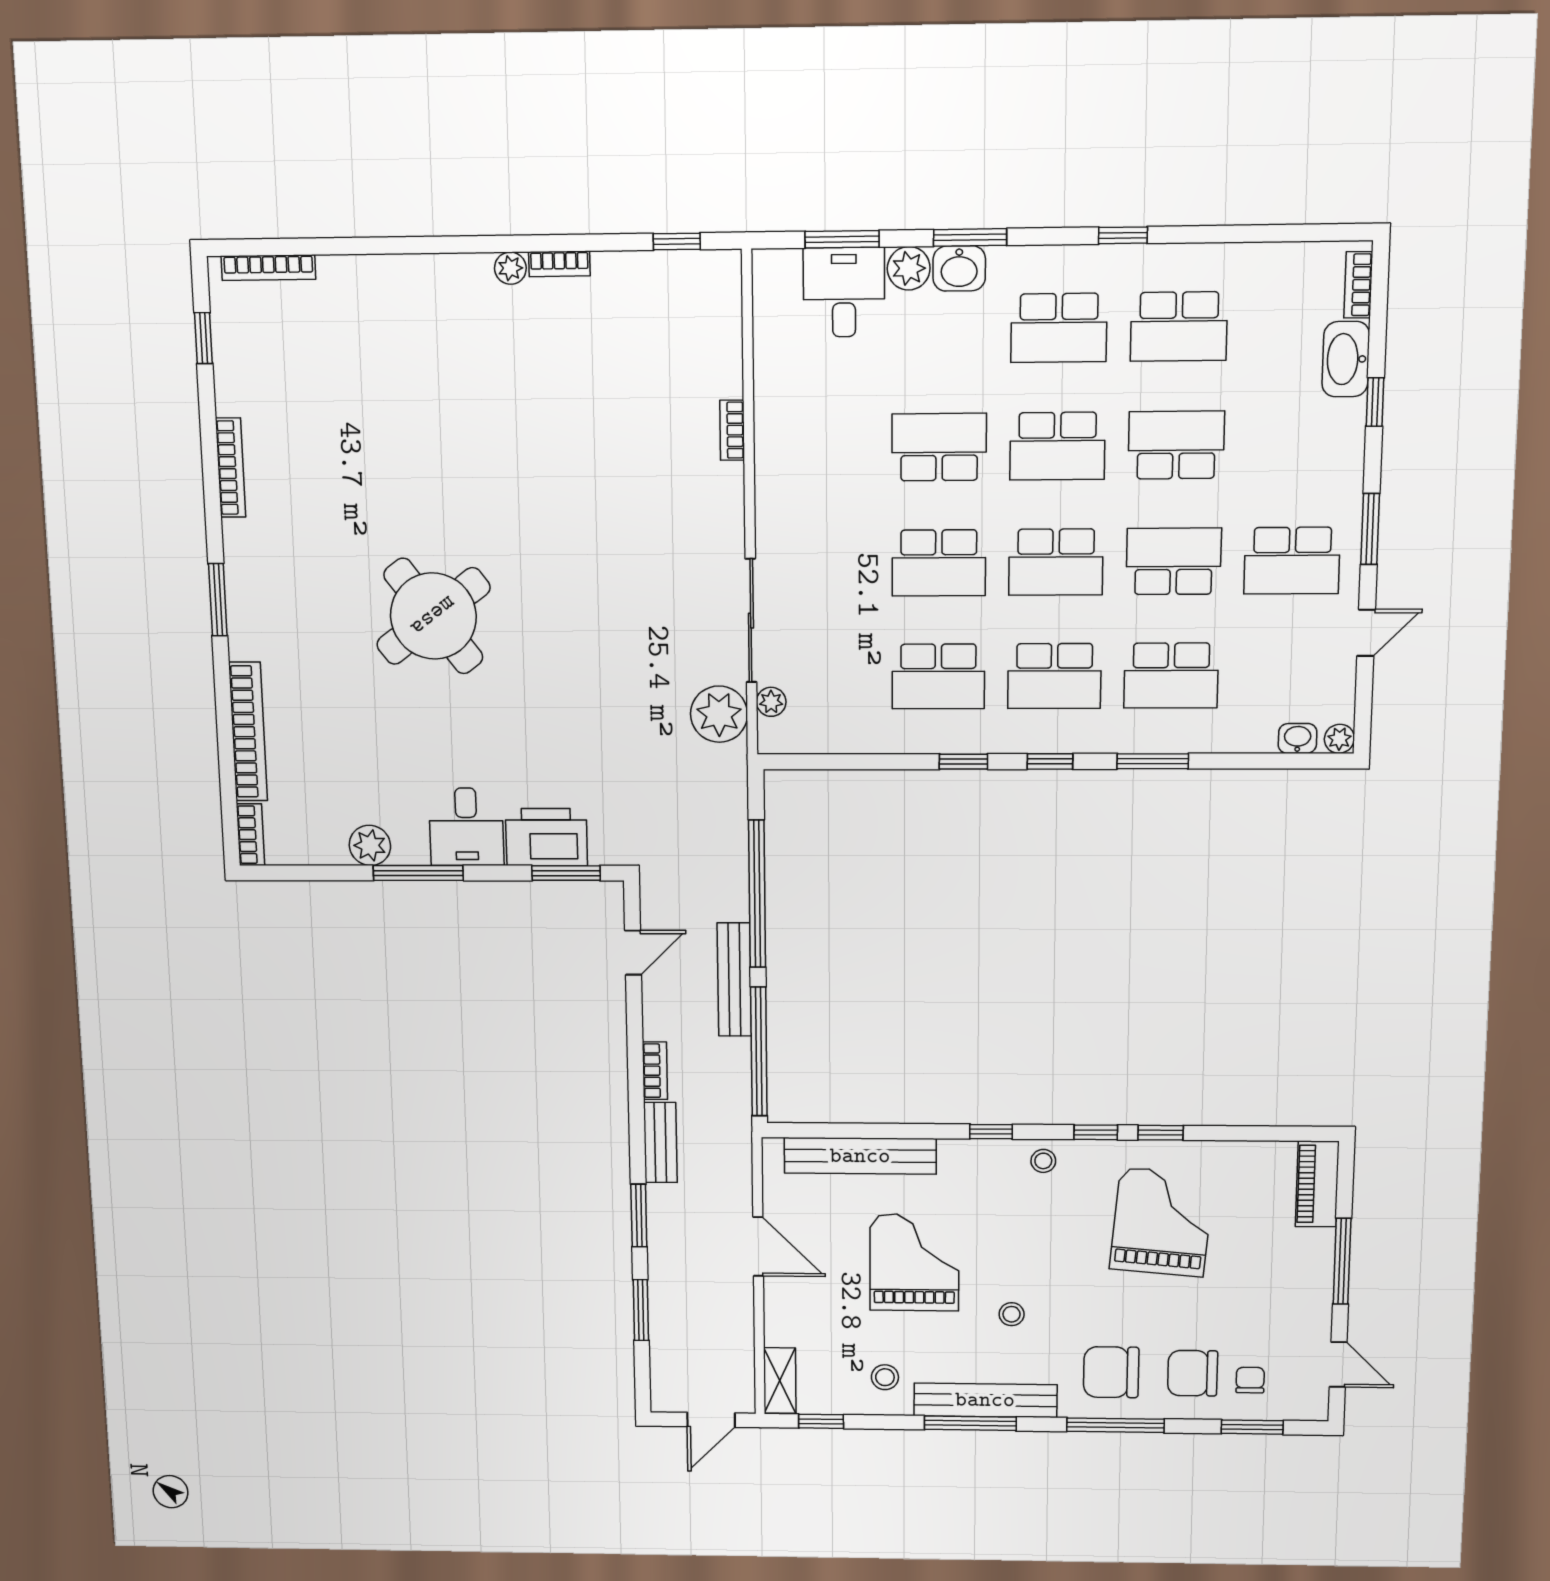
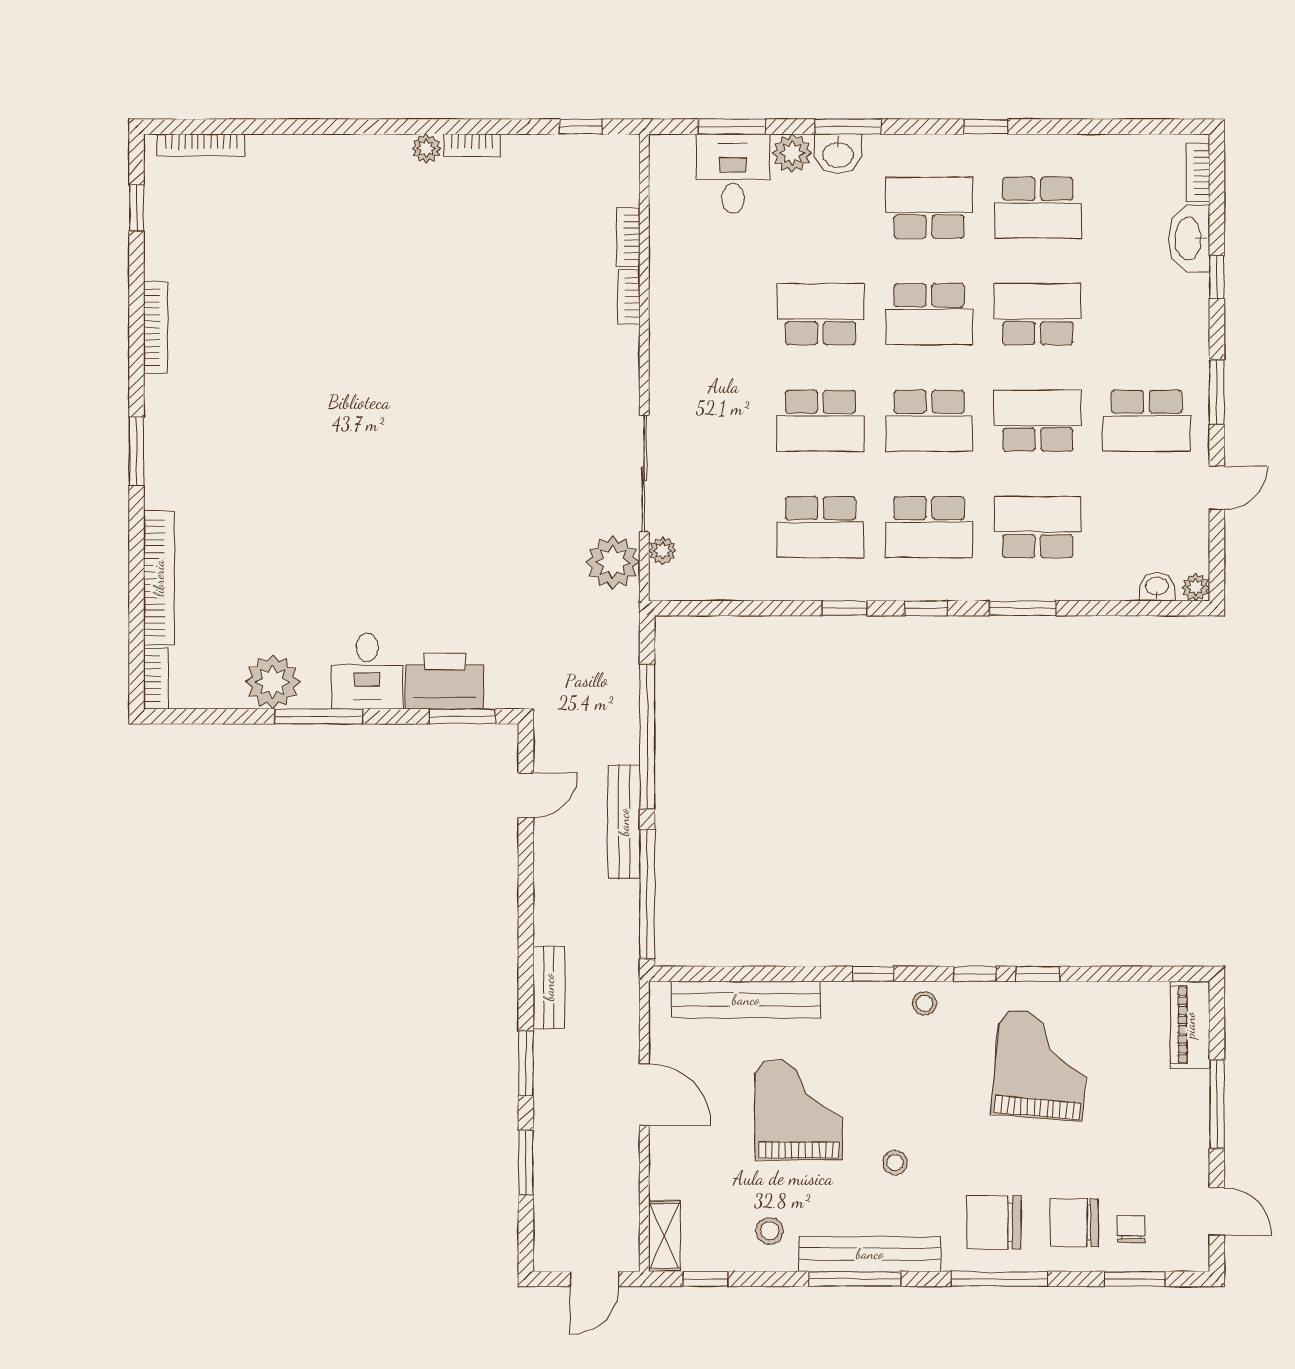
school desk: (1059, 328) -> (929, 208), turned 180
round table: (433, 616) -> (343, 468), removed
school desk: (1171, 676) -> (1038, 527), turned 180
plant: (370, 845) -> (272, 682), width x1.36, depth x1.36
bookcase: (655, 1071) -> (628, 237), moved, turned 180

